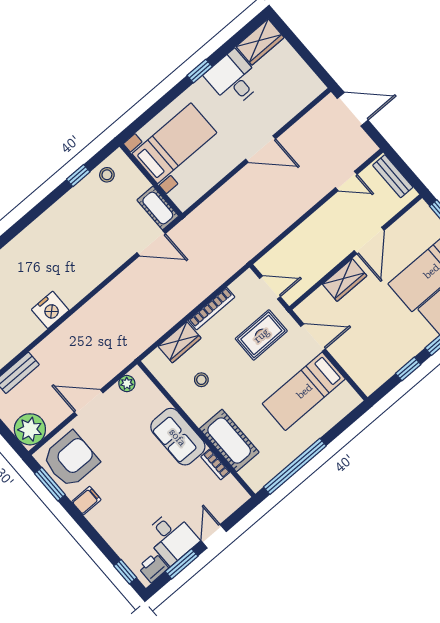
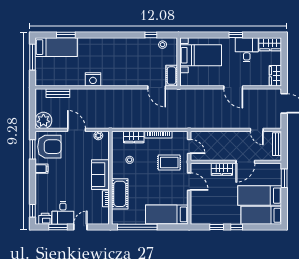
wardrobe: (306, 81) -> (275, 76), added
bed: (304, 391) -> (167, 214), moved

